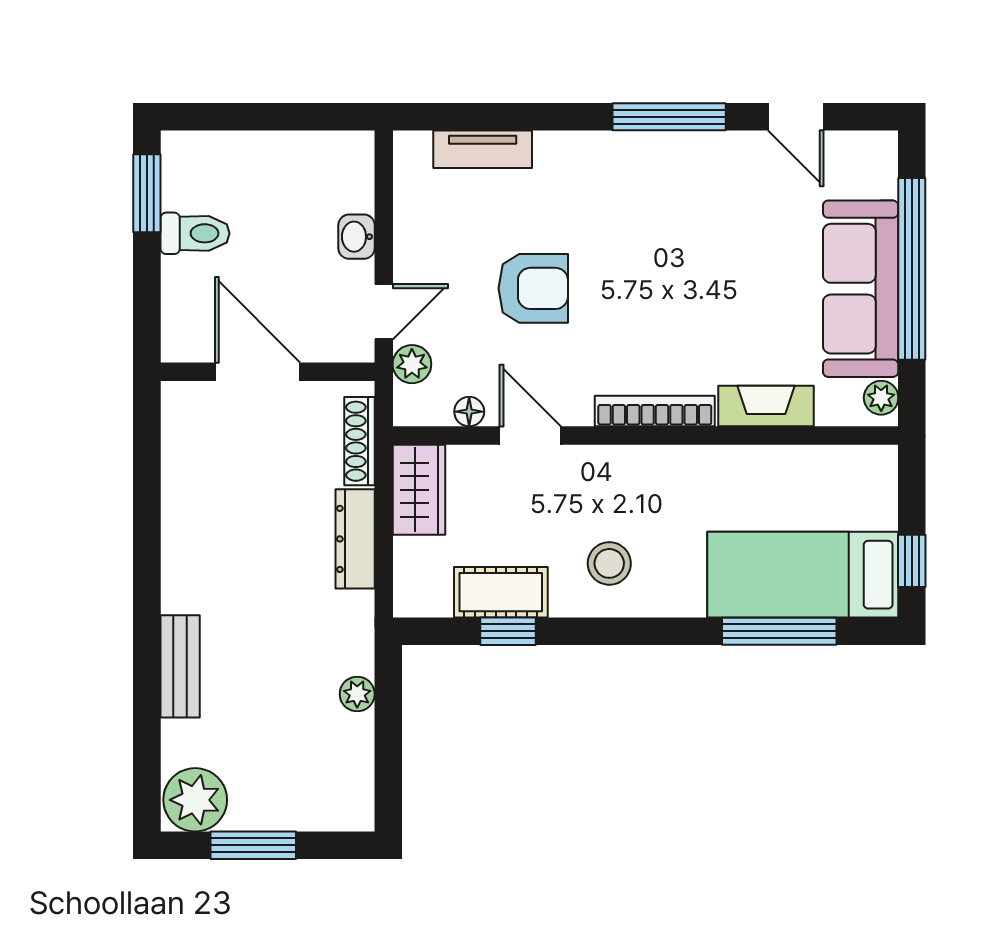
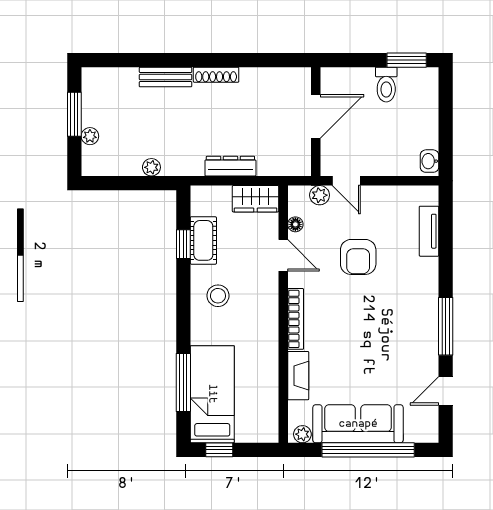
washbasin: (357, 237) -> (429, 161), moved, turned -90
door: (530, 435) -> (283, 255), hinge flipped
shoe rack: (359, 441) -> (216, 75), moved, turned 180
plant: (195, 800) -> (90, 136), moved, width x0.53, depth x0.53

